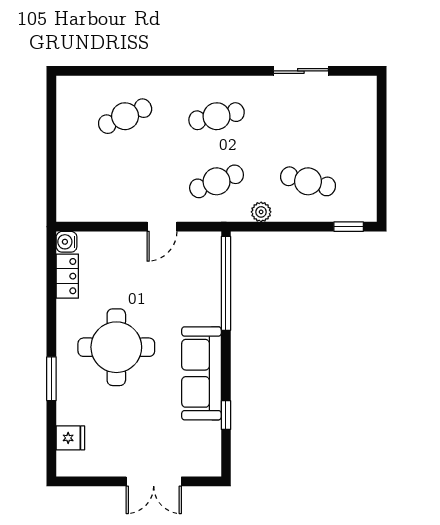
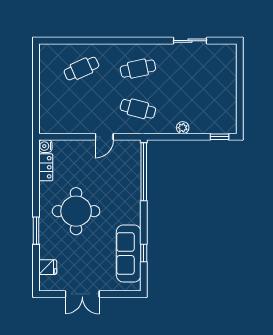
cafe table: (217, 181) -> (138, 109), turned 36
cafe table: (308, 181) -> (194, 109), removed
plant: (261, 212) -> (183, 128), moved
sofa: (201, 373) -> (129, 253), moved
double door: (154, 481) -> (82, 294), moved

